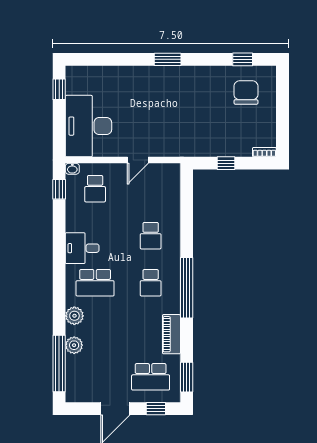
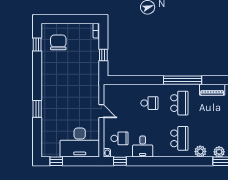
window: (168, 59) -> (37, 109), moved
chair: (246, 92) -> (58, 42), turned 90
desk: (82, 248) -> (143, 147), moved
school desk: (151, 283) -> (179, 103), width x1.85

